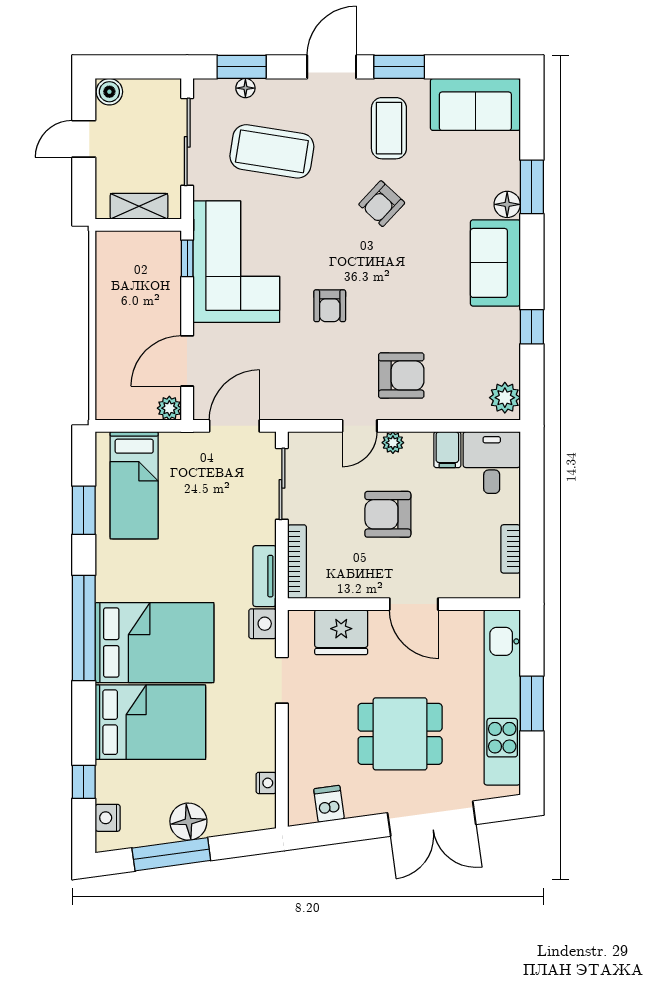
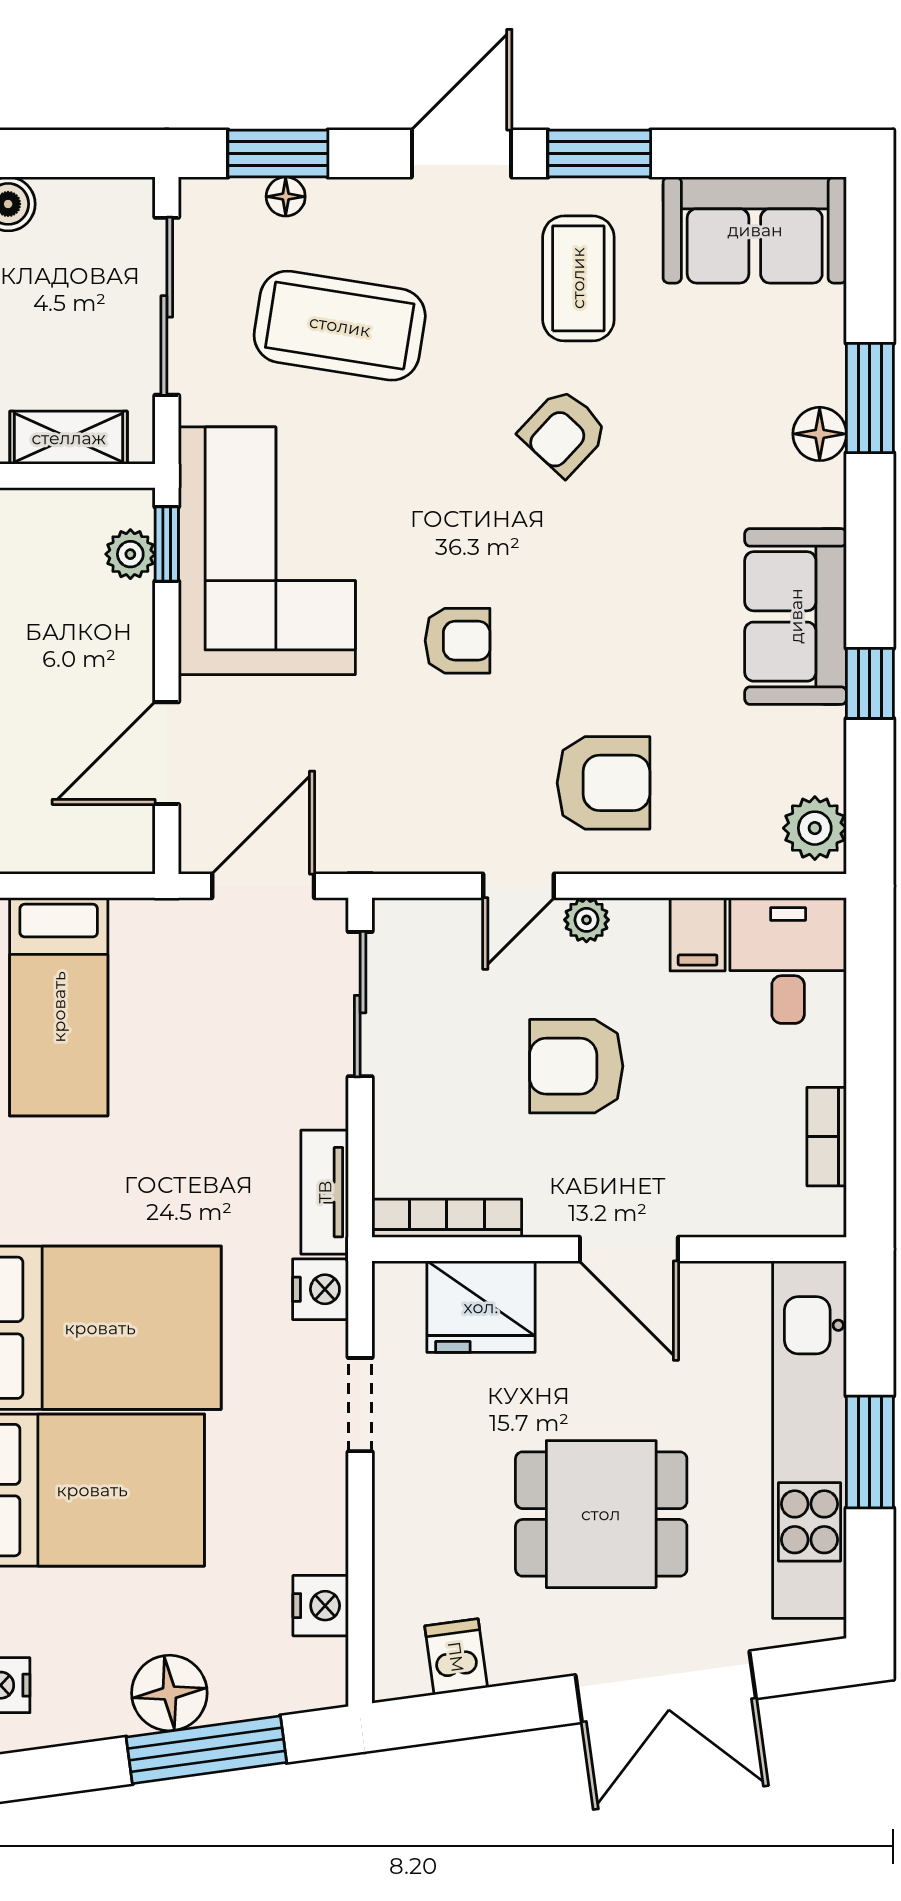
sofa: (495, 263) -> (796, 616), moved
armchair: (330, 306) -> (458, 641), turned -90
plant: (169, 408) -> (130, 554), moved
bookcase: (297, 562) -> (447, 1218), moved, turned -90
nightstand: (266, 783) -> (321, 1606), width x1.39, depth x1.35
window: (171, 854) -> (206, 1750), moved

